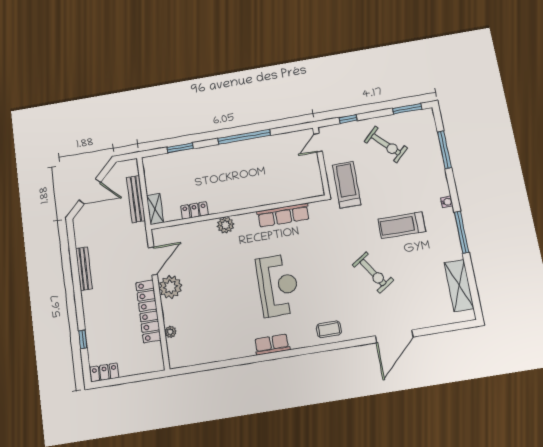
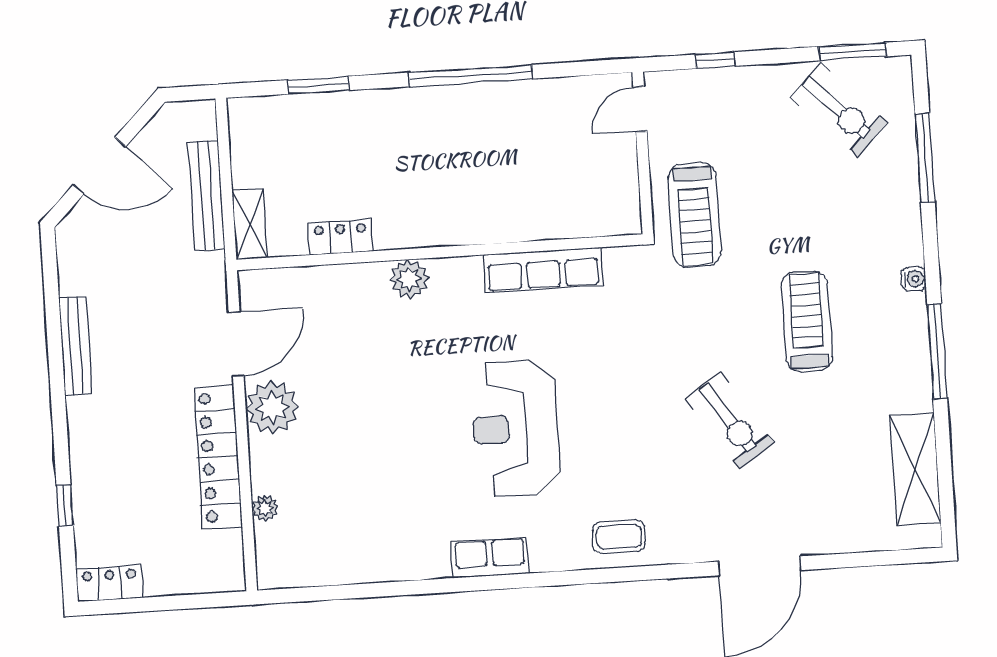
exercise bike: (386, 145) -> (839, 110), moved
treadmill: (347, 185) -> (695, 215), turned 180
treadmill: (402, 225) -> (807, 321), turned 90
reception desk: (278, 285) -> (515, 428), turned 180

